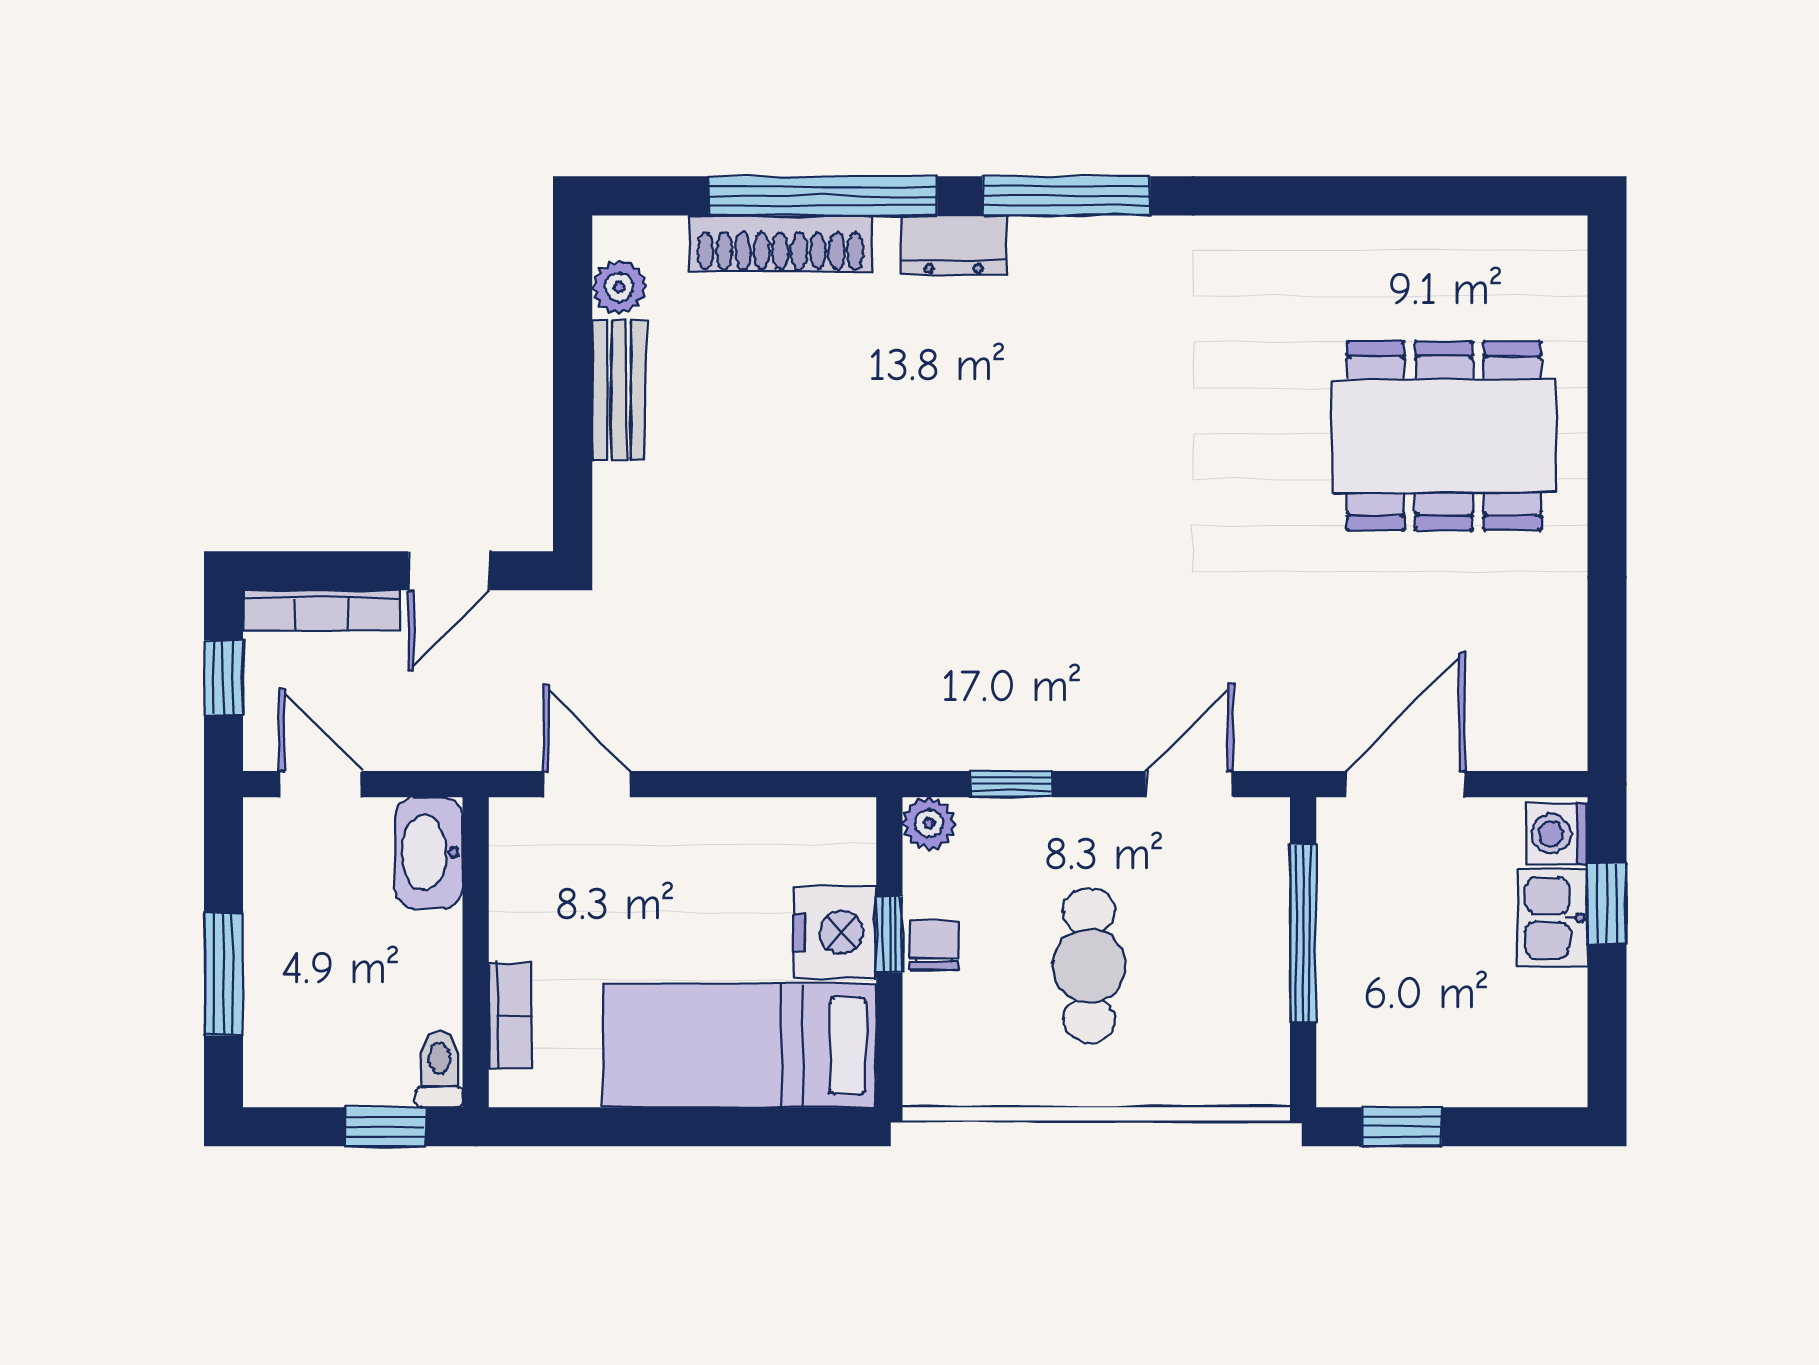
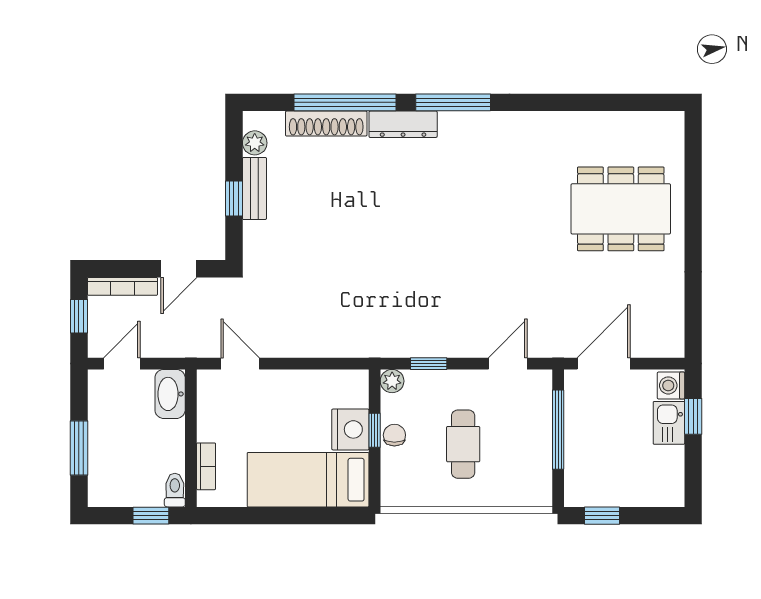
dresser: (954, 245) -> (403, 124), width x1.44
window: (573, 412) -> (234, 198), added
door: (320, 784) -> (122, 364), hinge flipped

